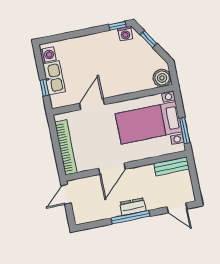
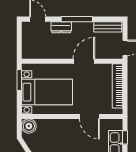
door: (92, 104) -> (89, 116), hinge flipped
bench: (172, 166) -> (108, 27), moved
dresser: (133, 207) -> (61, 27), moved

